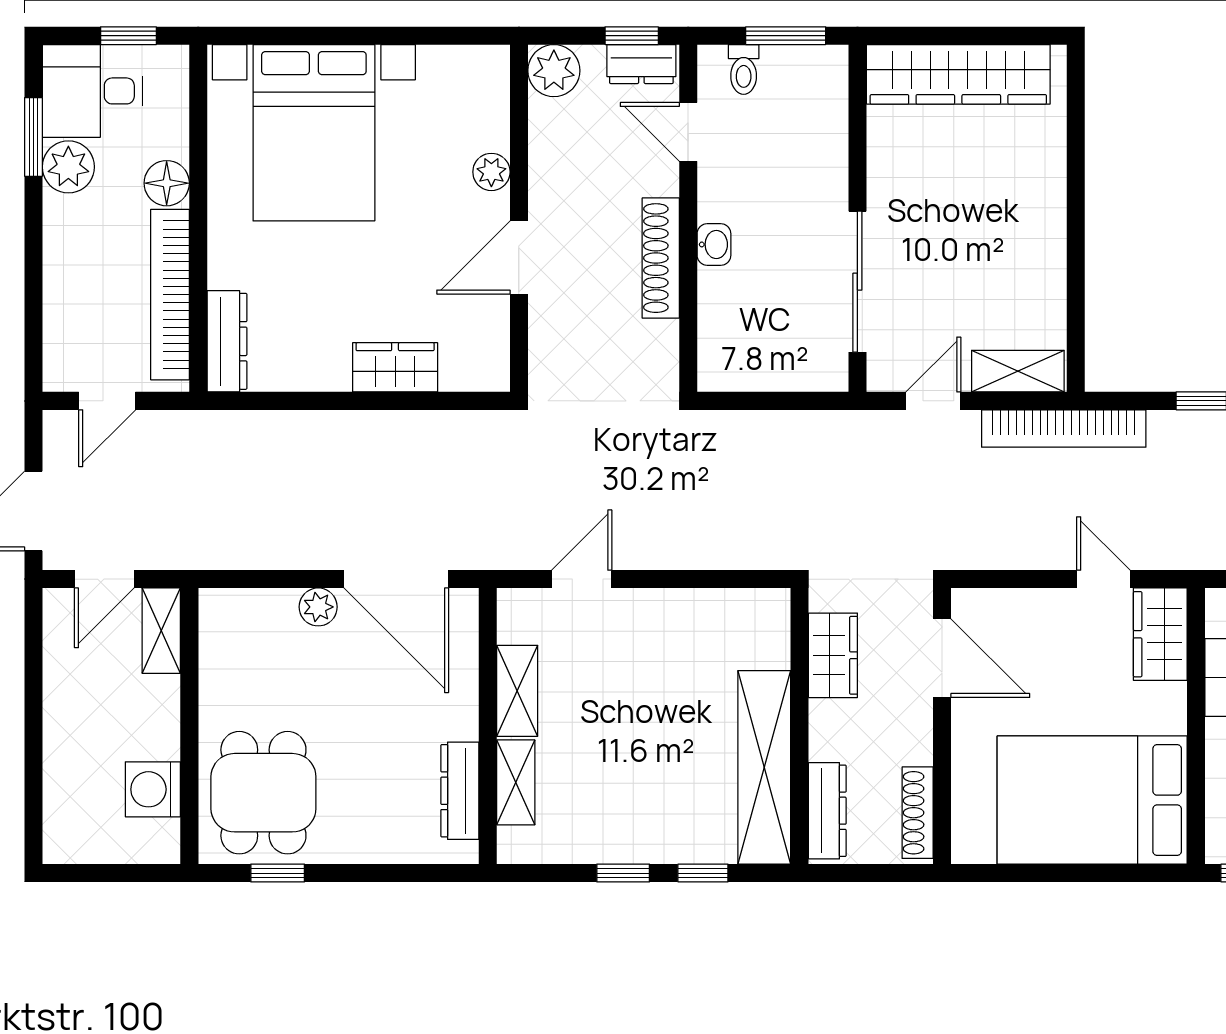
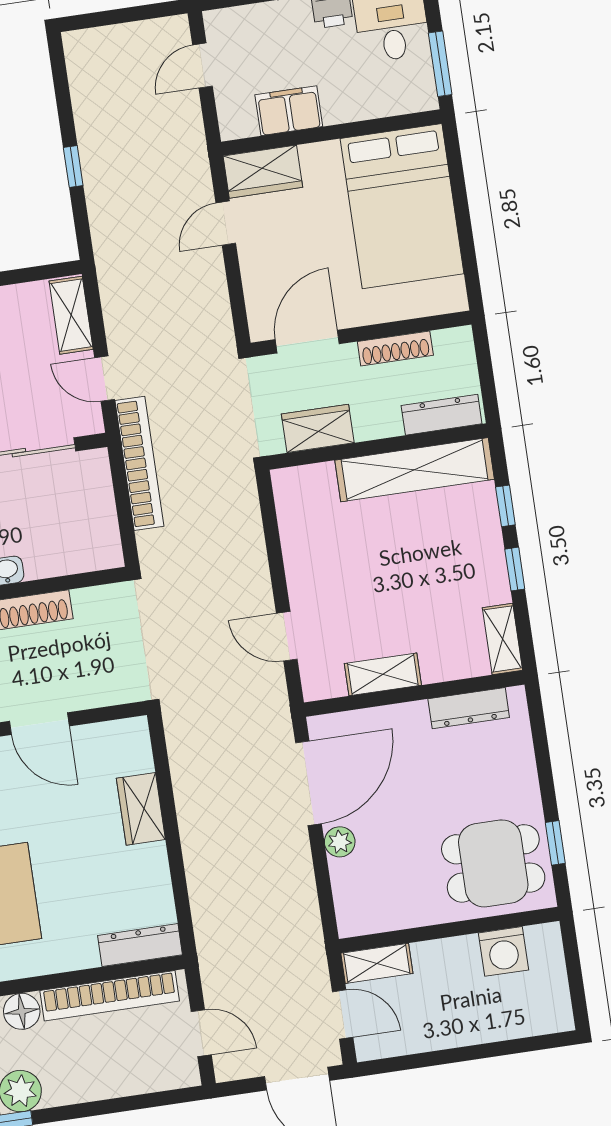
bookcase: (1064, 428) -> (139, 463), moved
shelving: (516, 782) -> (502, 639), moved, turned 90
shoe rack: (918, 813) -> (395, 348), moved

